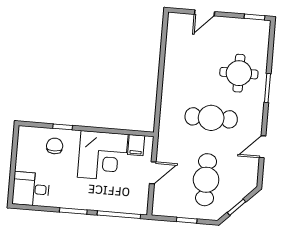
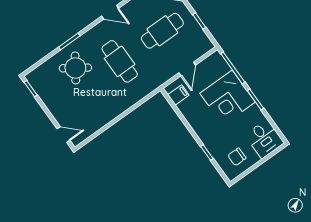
door: (205, 13) -> (63, 135), moved
round table: (239, 73) -> (75, 68), turned 34
chair: (55, 146) -> (237, 157), moved
corner desk: (103, 156) -> (227, 98), moved, turned 180
door: (153, 173) -> (187, 69), swing flipped

